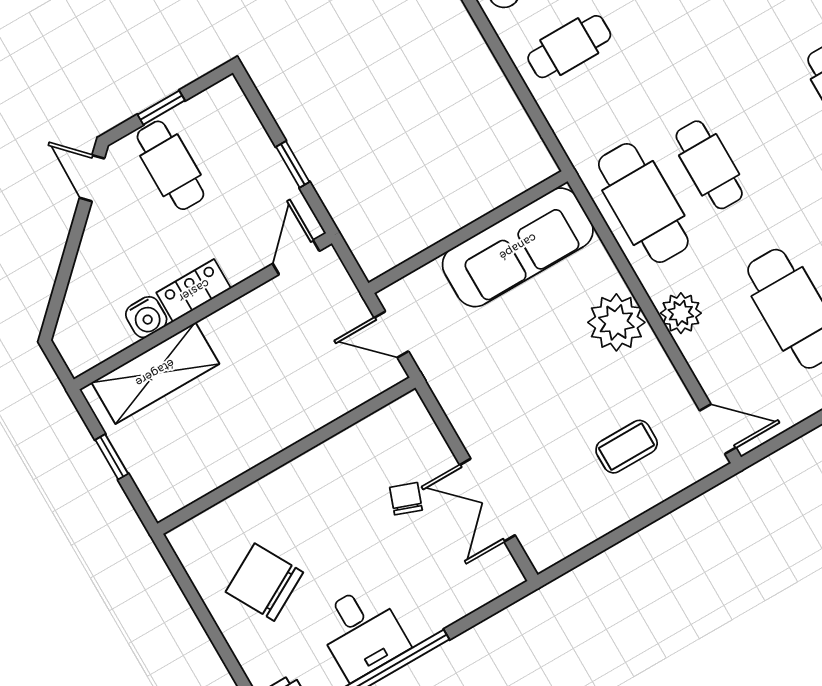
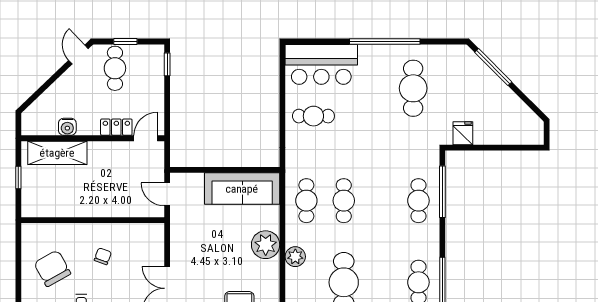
window: (293, 164) -> (167, 64), moved
cafe table: (643, 203) -> (306, 201), width x0.73, depth x0.74
locker: (194, 291) -> (116, 127), moved
chair: (406, 499) -> (103, 256), moved

